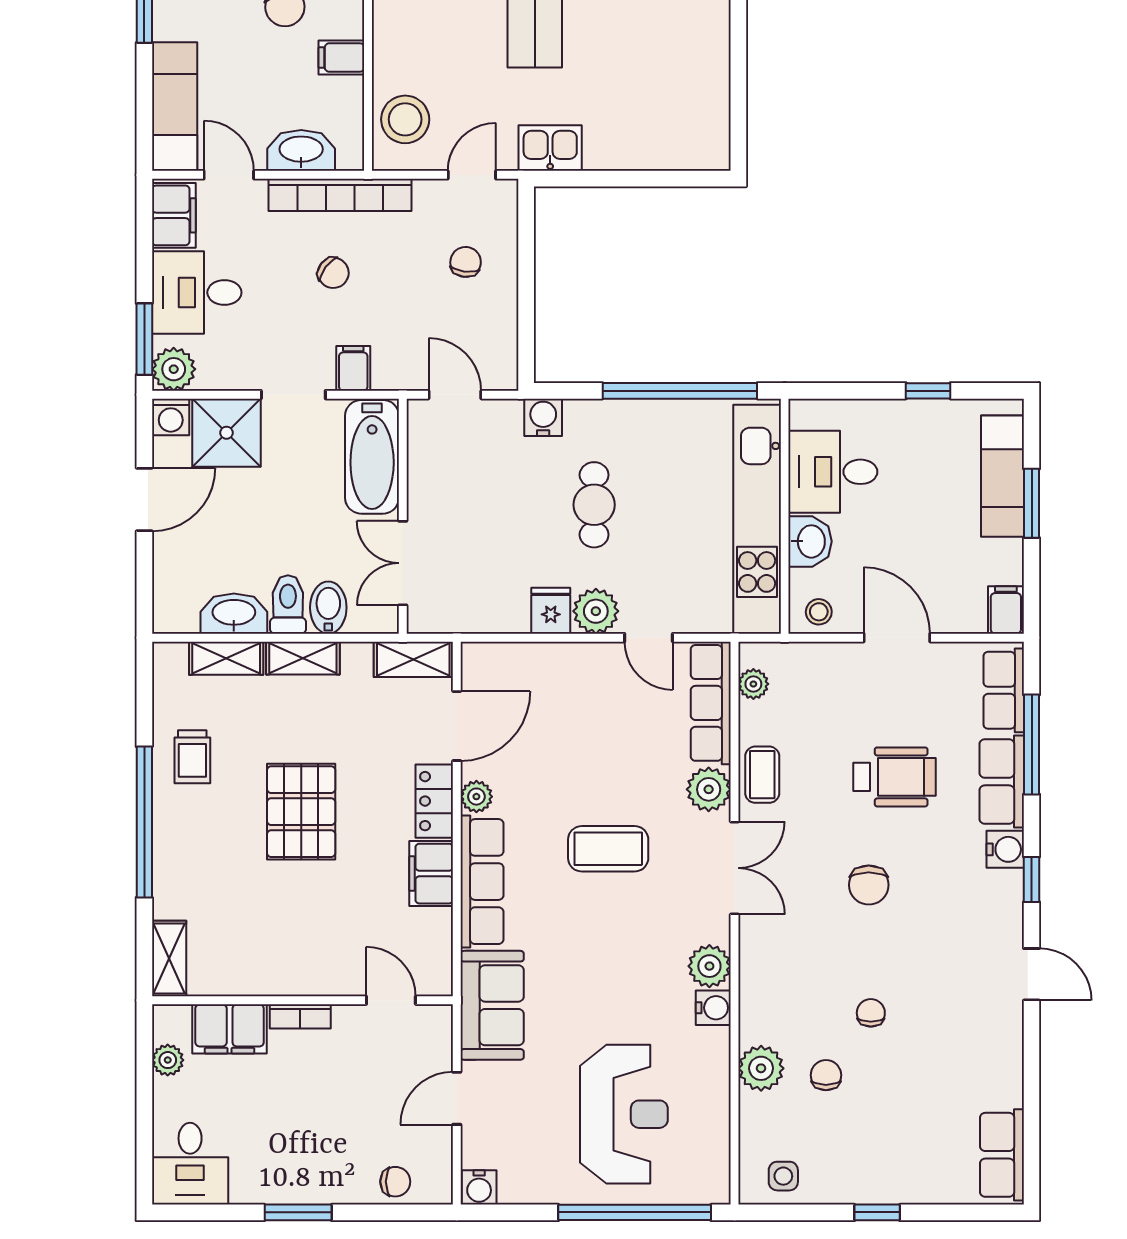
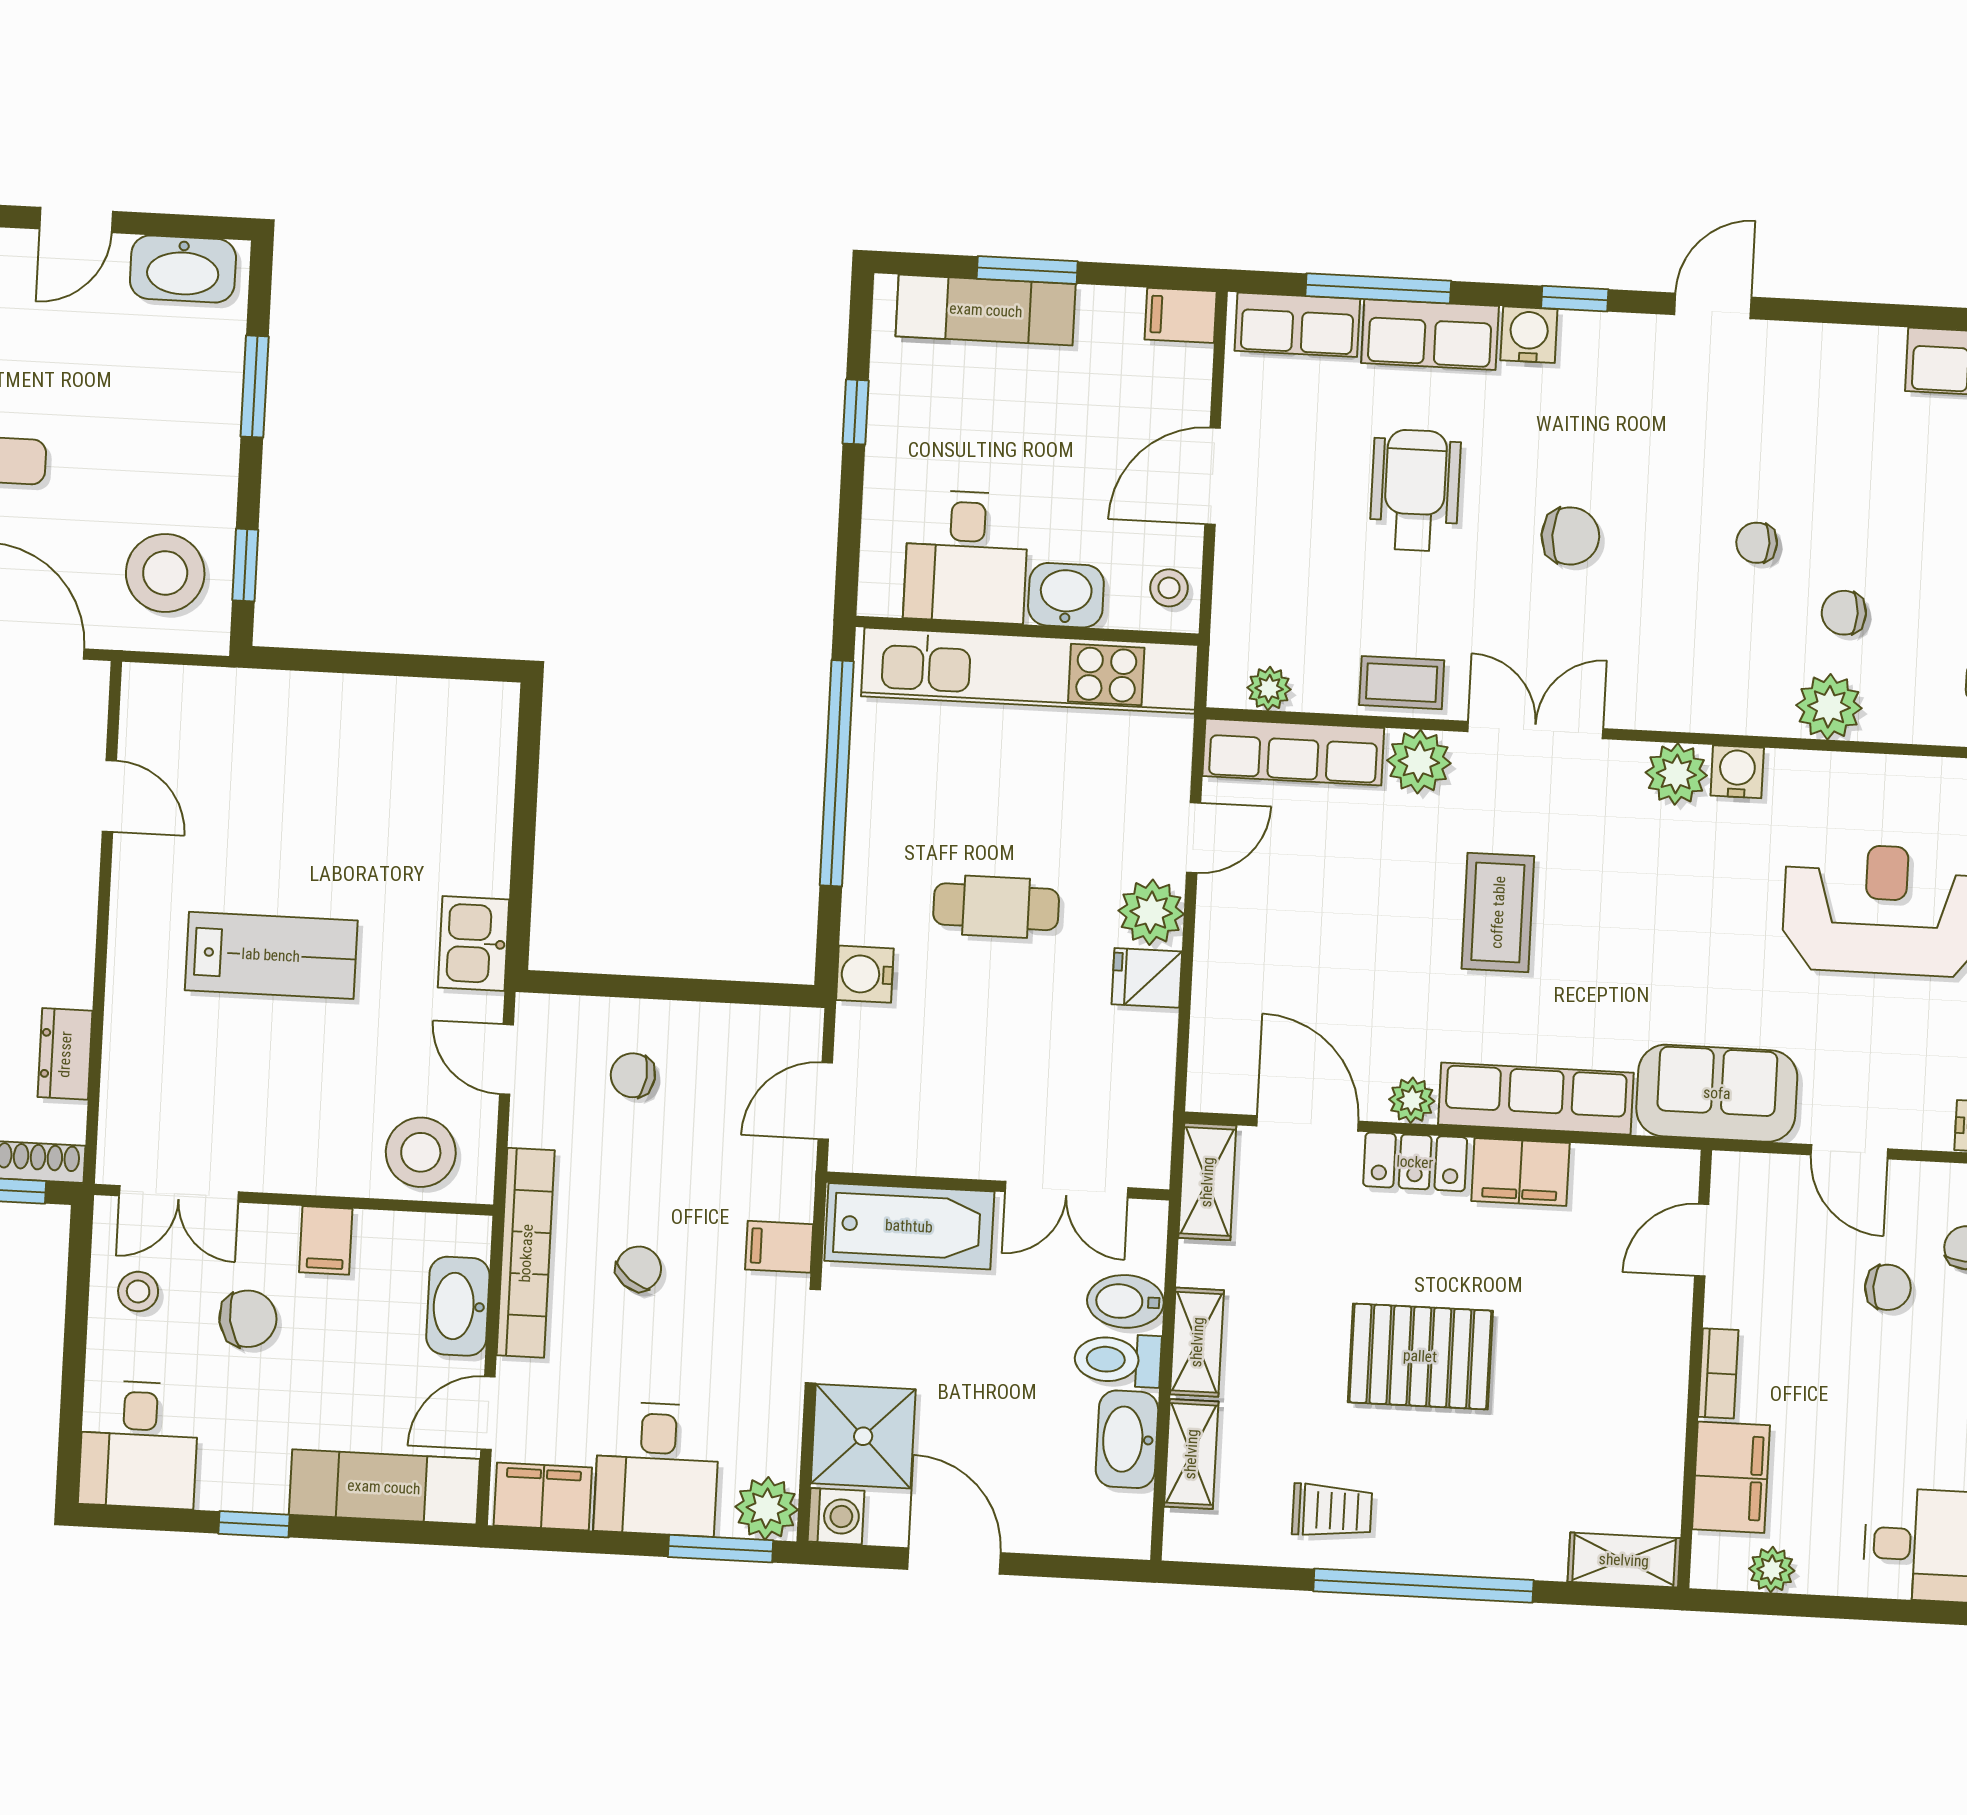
chair: (365, 1129) -> (1888, 1287), added

